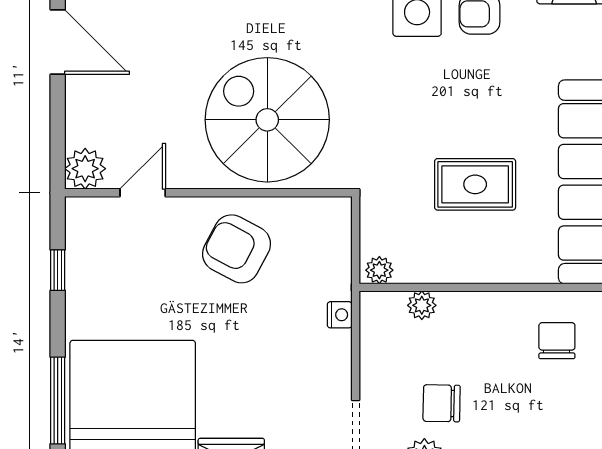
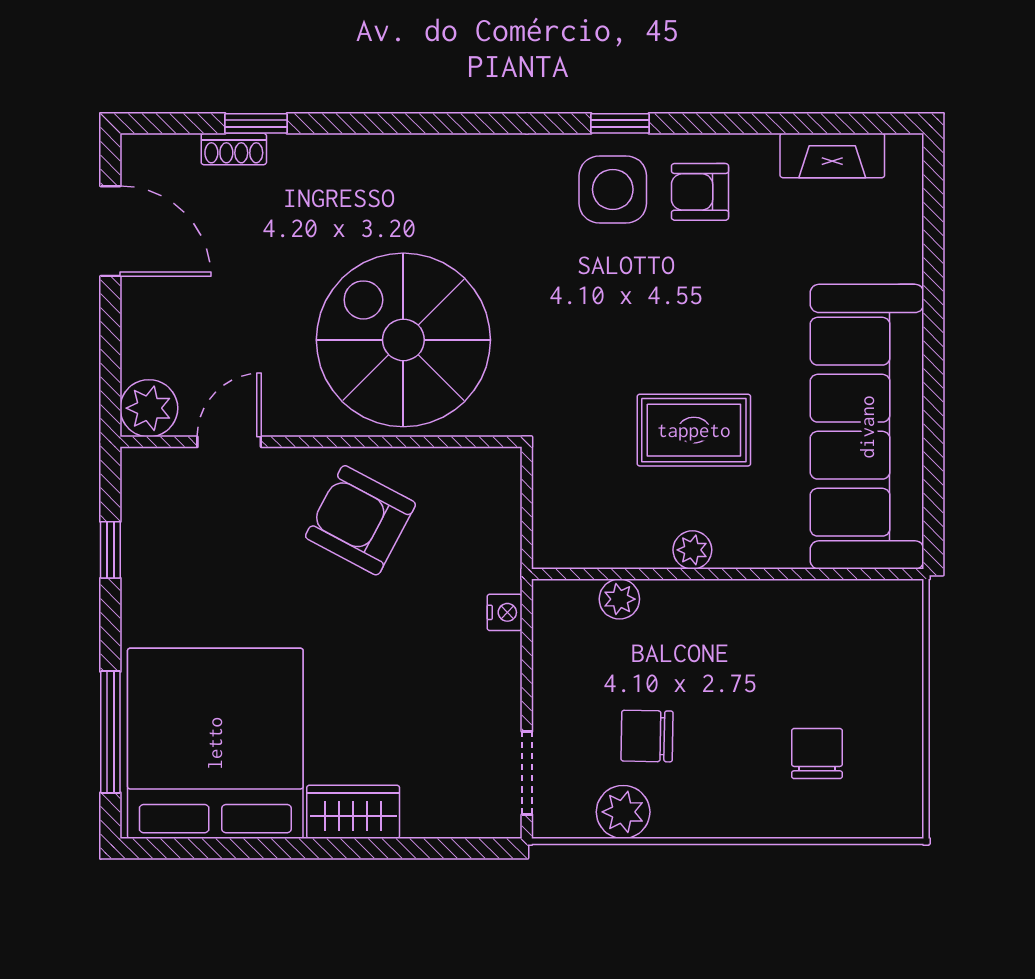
plant: (379, 270) -> (692, 550), moved
chair: (557, 341) -> (817, 754), moved

